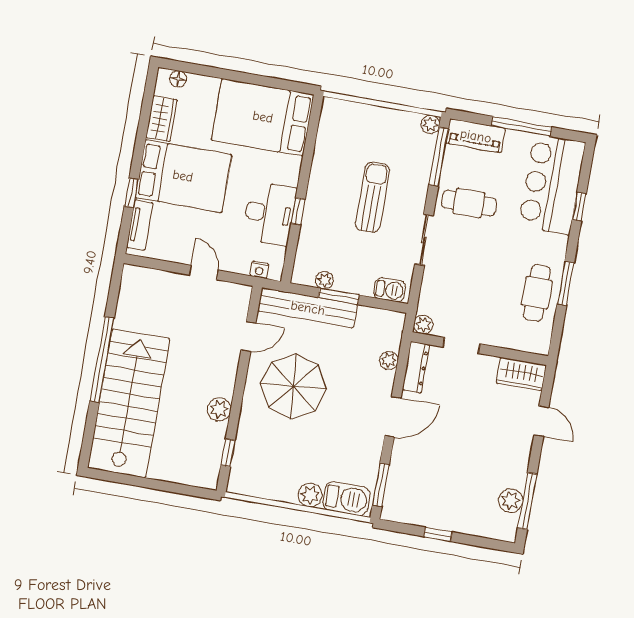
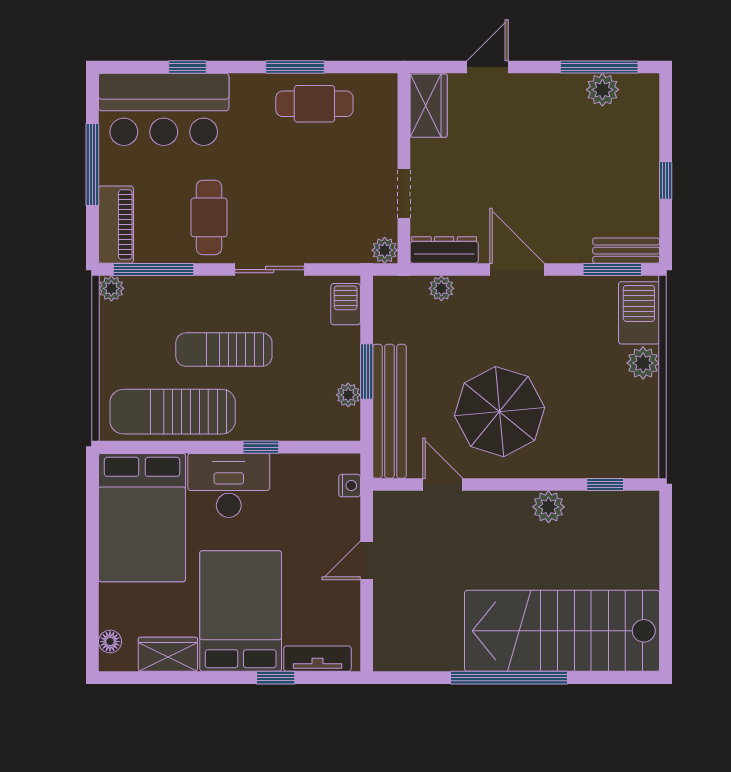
sun lounger: (335, 153) -> (173, 412), added
desk: (269, 214) -> (229, 485), moved
bench: (393, 497) -> (626, 251), added

